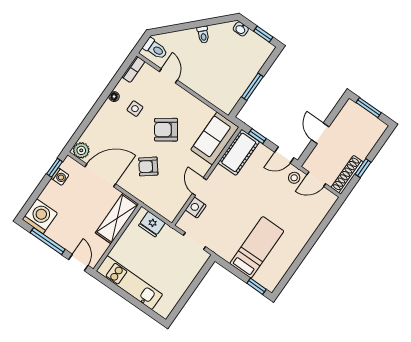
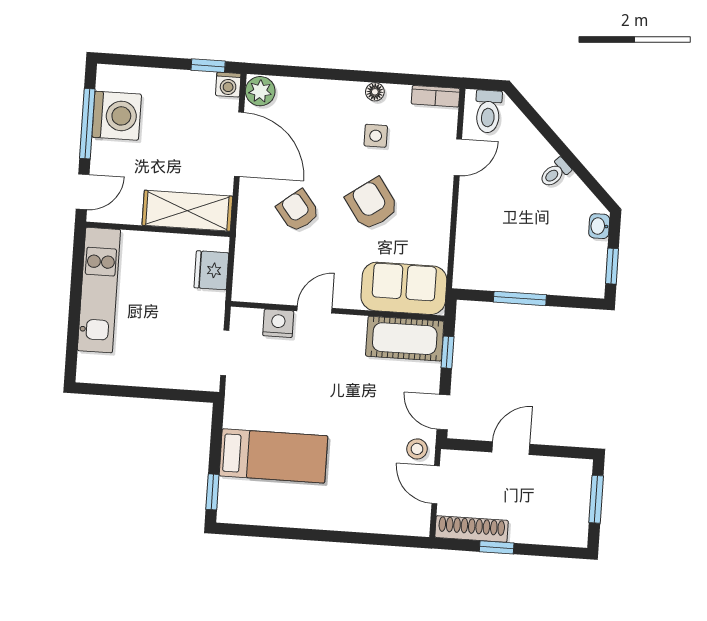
washing machine: (60, 177) -> (228, 85), moved
washing machine: (40, 216) -> (117, 116), moved

